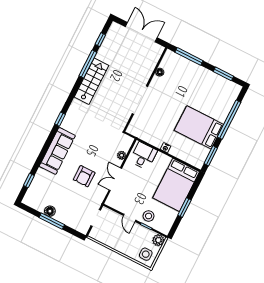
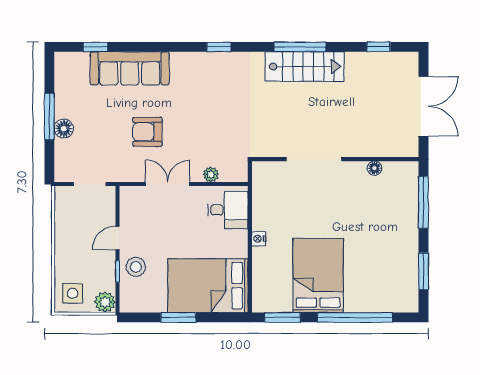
window: (88, 64) -> (300, 47), moved
sofa: (57, 151) -> (130, 68), moved
floor lamp: (50, 211) -> (64, 129), moved

